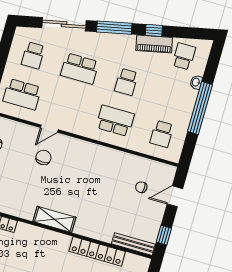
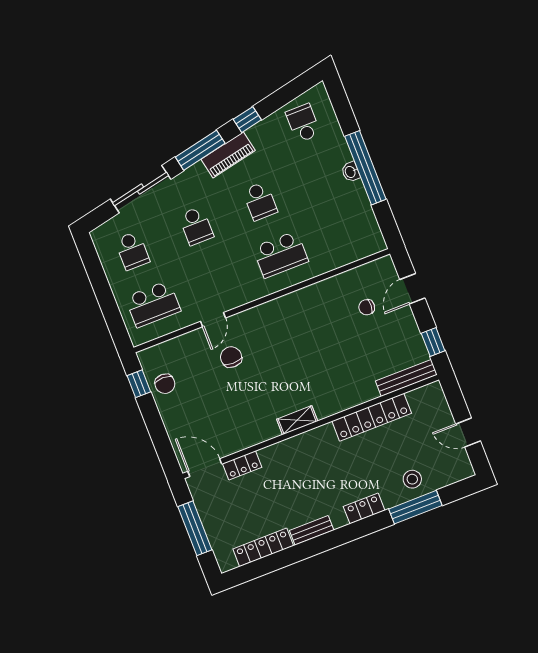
piano: (154, 44) -> (228, 155), moved
school desk: (80, 69) -> (196, 226), width x0.54
washbasin: (196, 82) -> (351, 172), moved
school desk: (115, 121) -> (281, 254), turned 180
school desk: (162, 134) -> (344, 230), removed
shelving: (54, 219) -> (297, 420), width x0.67, depth x0.75

